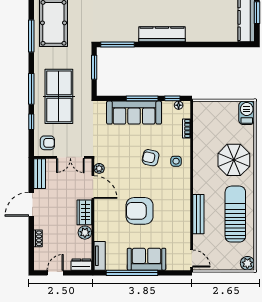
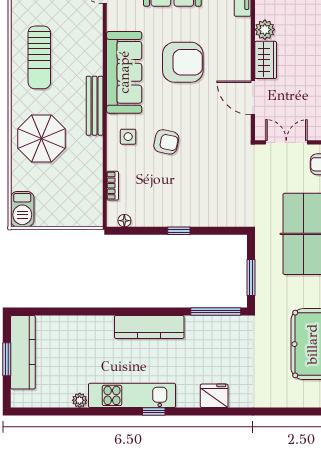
window: (142, 98) -> (179, 231), width x0.46
window: (172, 98) -> (134, 231), removed
sofa: (134, 113) -> (124, 72), moved, turned 90
plant: (99, 168) -> (243, 126), removed
bench: (198, 214) -> (95, 106), moved
sun lounger: (235, 214) -> (39, 57), width x0.73, depth x0.75

